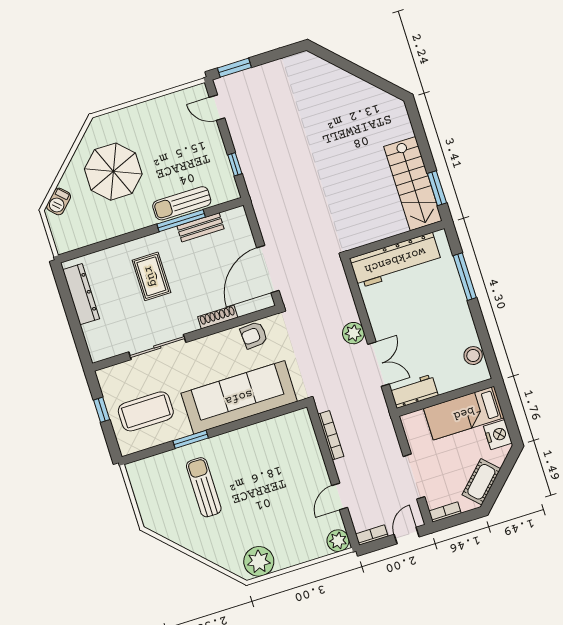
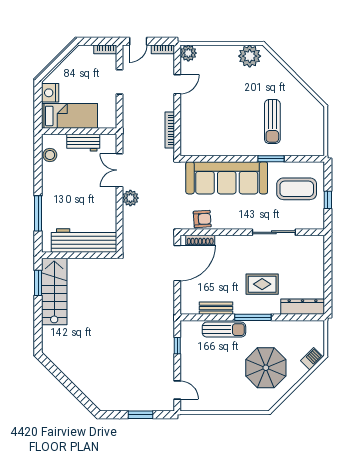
window: (234, 68) -> (141, 415), moved
window: (181, 221) -> (253, 317), moved
rug: (151, 276) -> (262, 284), turned 90
dresser: (81, 294) -> (303, 307), moved, turned 90
shoe rack: (218, 317) -> (200, 240), moved
workbench: (414, 391) -> (83, 143), moved
doorway: (414, 477) -> (120, 82), width x0.73
cot: (481, 482) -> (72, 63), removed

